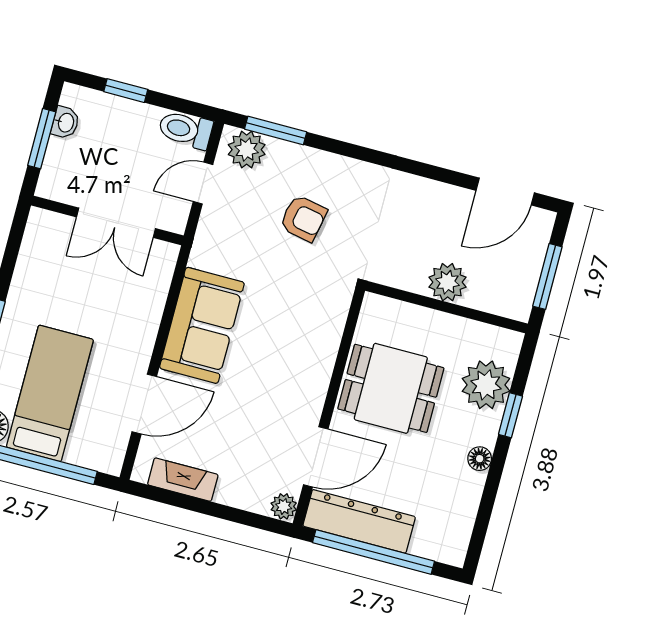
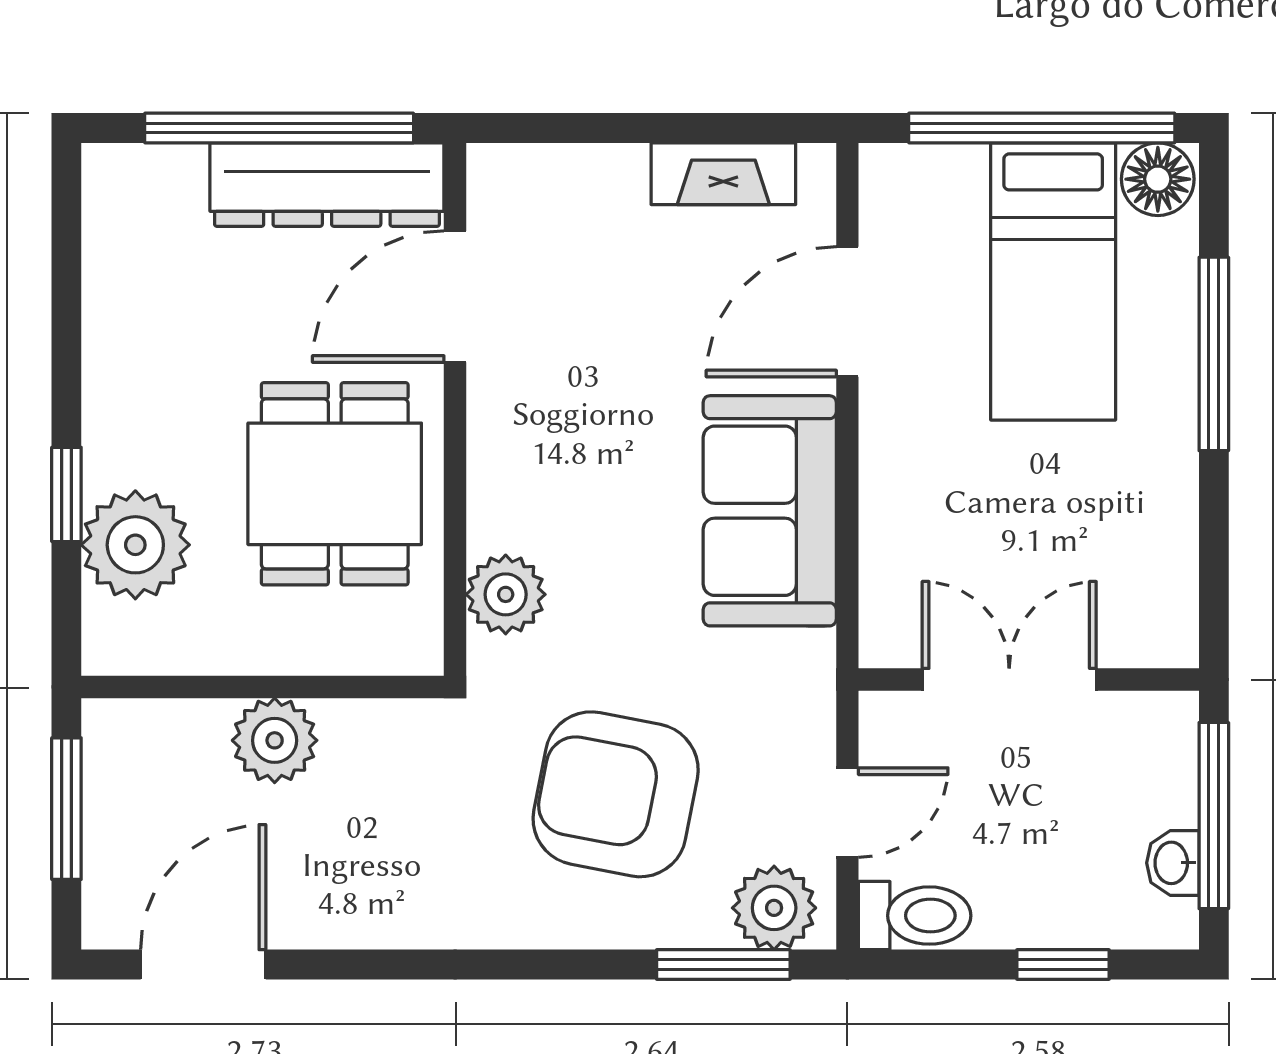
window: (42, 139) -> (1214, 816), width x1.44
armchair: (303, 218) -> (616, 794), width x1.88, depth x1.88
dining table: (391, 388) -> (335, 484), turned 90
floor lamp: (480, 459) -> (107, 385), removed
plant: (284, 506) -> (506, 594), moved, width x1.38, depth x1.38

